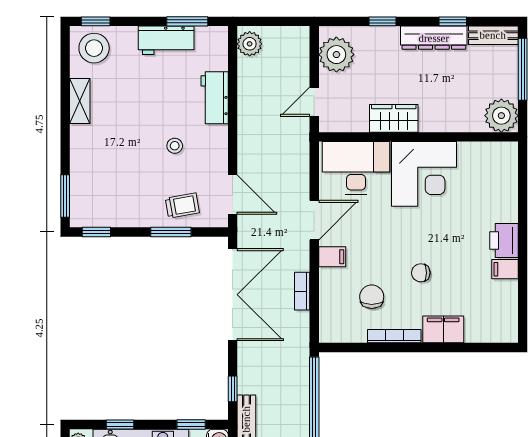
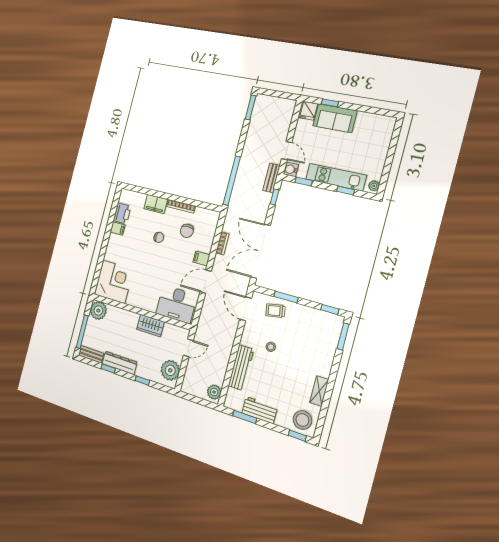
workbench: (215, 98) -> (241, 368), width x1.38
corner desk: (424, 174) -> (114, 282), moved, turned 90
printer: (504, 240) -> (122, 213), moved

